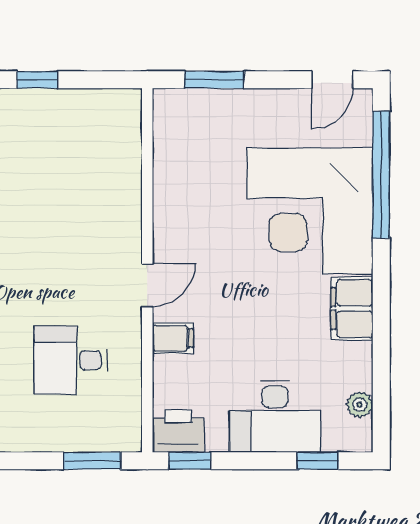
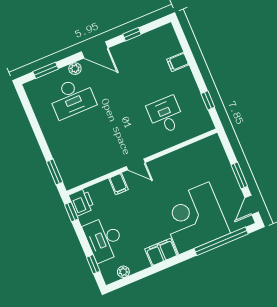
window: (37, 80) -> (208, 100), moved
window: (214, 80) -> (239, 175), moved
door: (332, 80) -> (252, 205), hinge flipped
desk: (71, 360) -> (166, 115), moved

